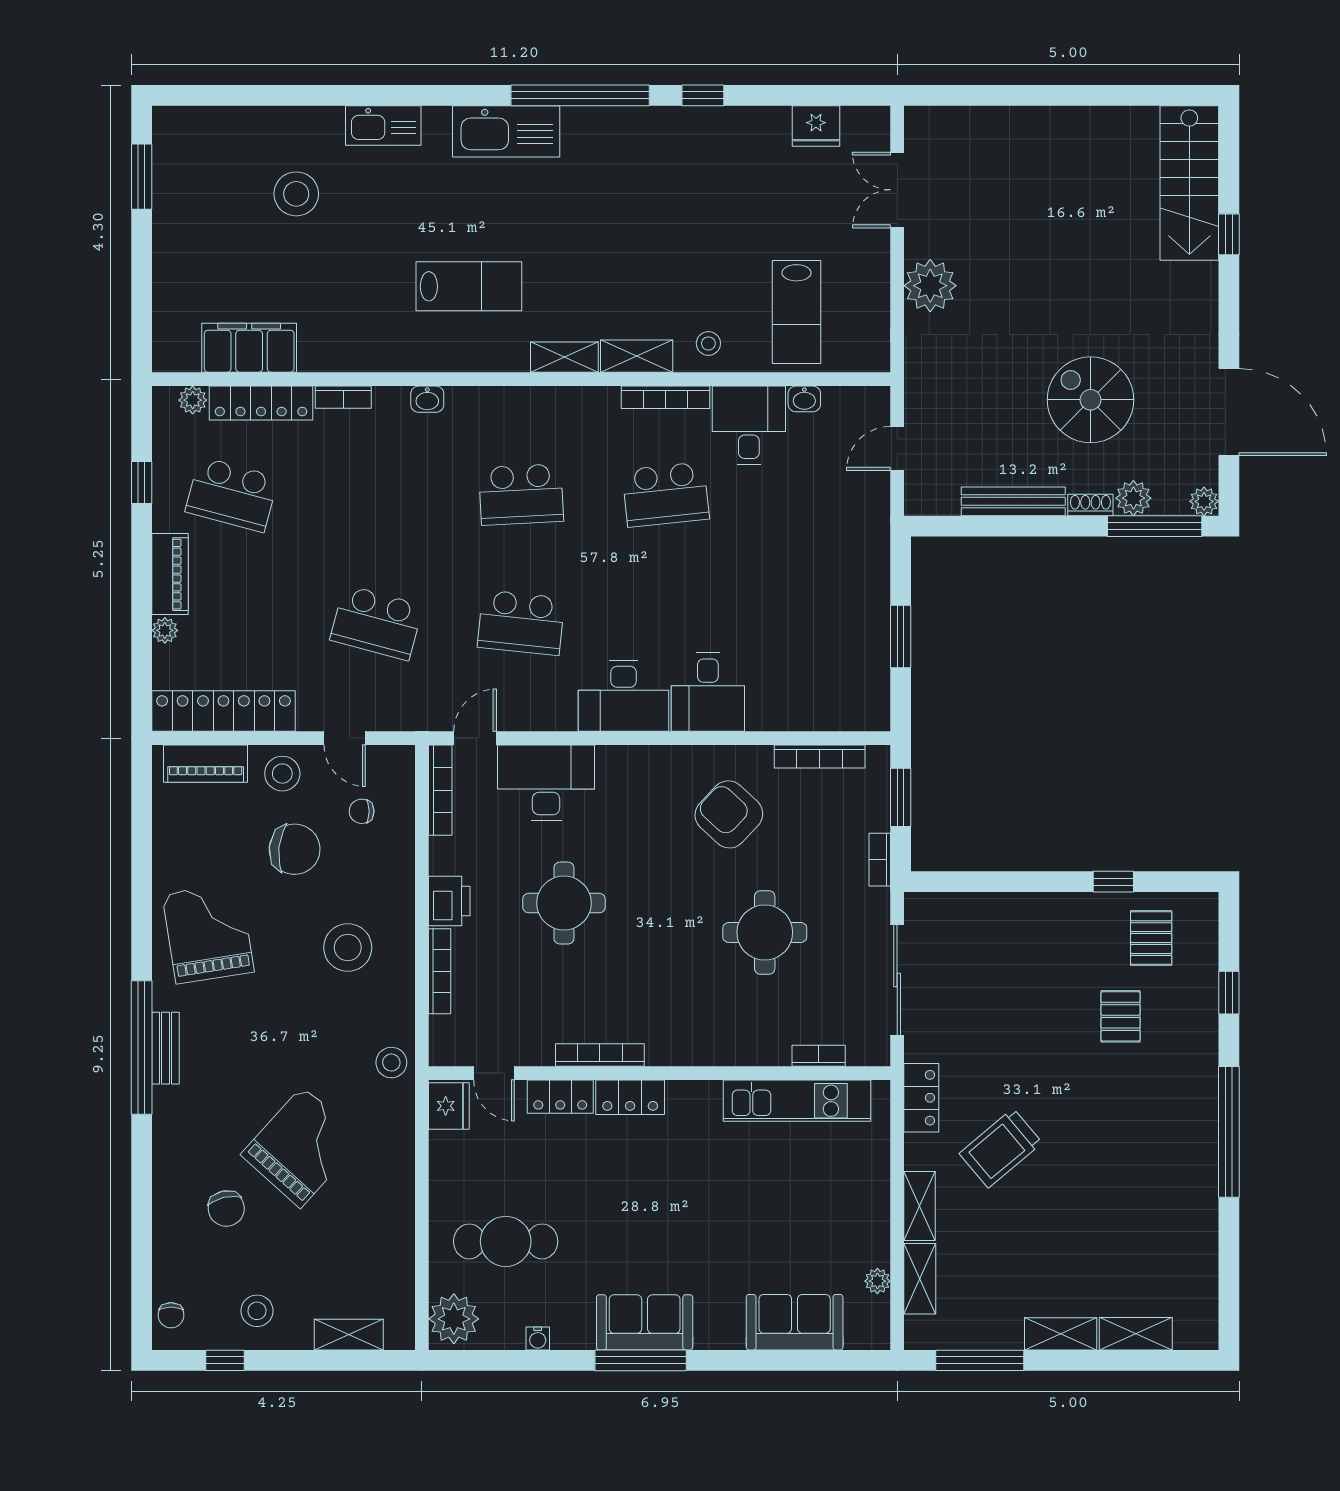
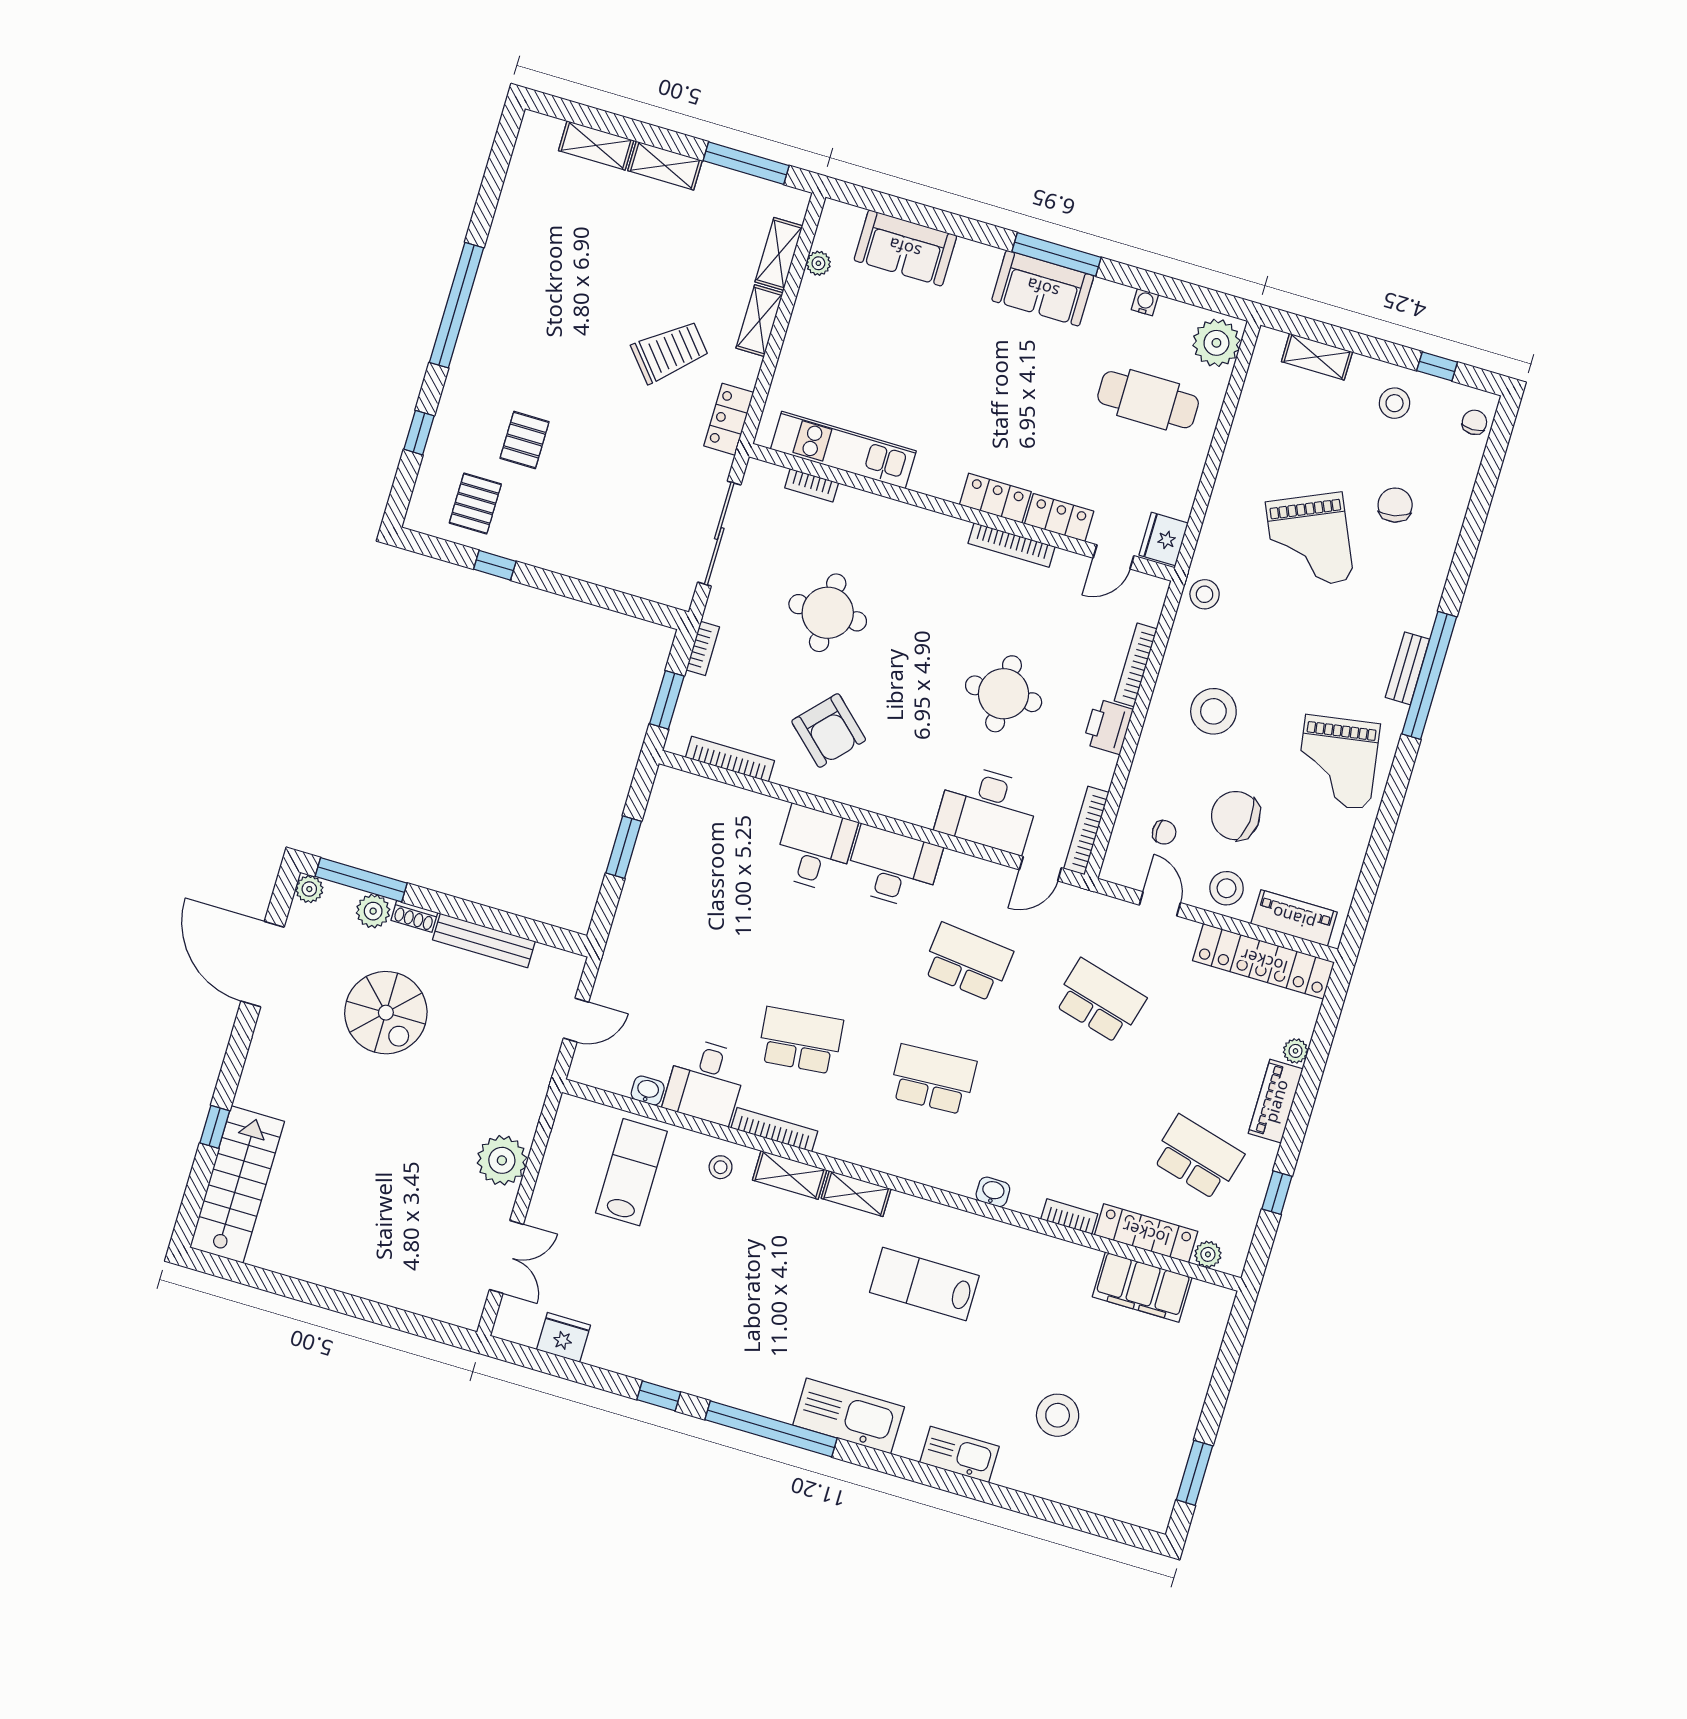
door: (494, 1073) -> (1113, 557), swing flipped
grand piano: (302, 1147) -> (1310, 541), turned -66

